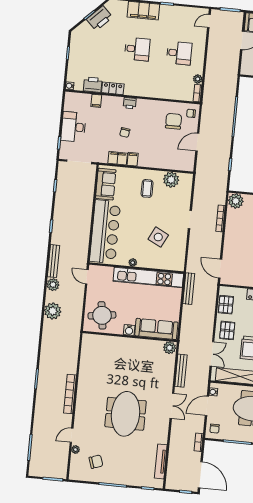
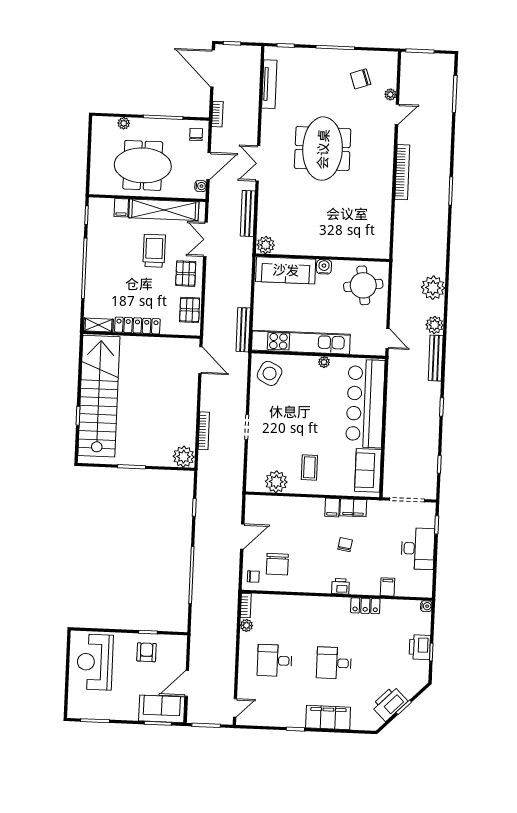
printer: (93, 85) -> (420, 647), moved, turned 90
side table: (158, 237) -> (270, 373), moved

